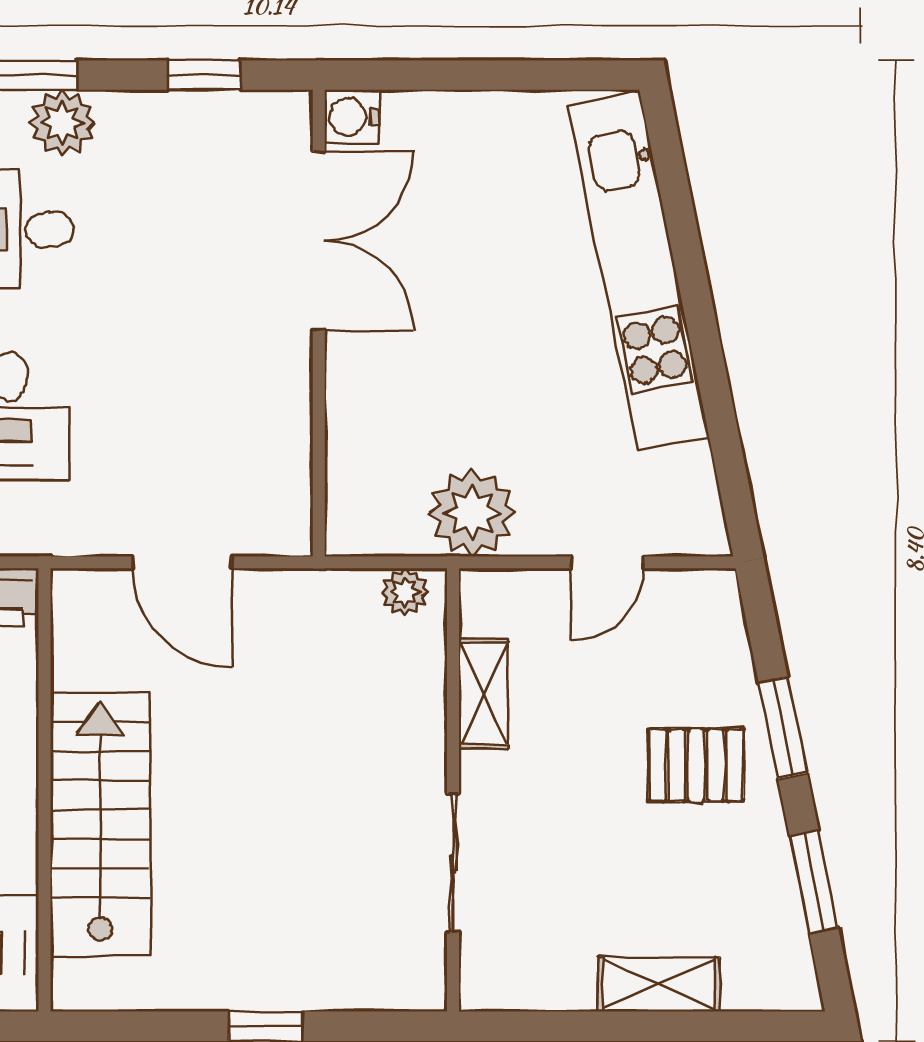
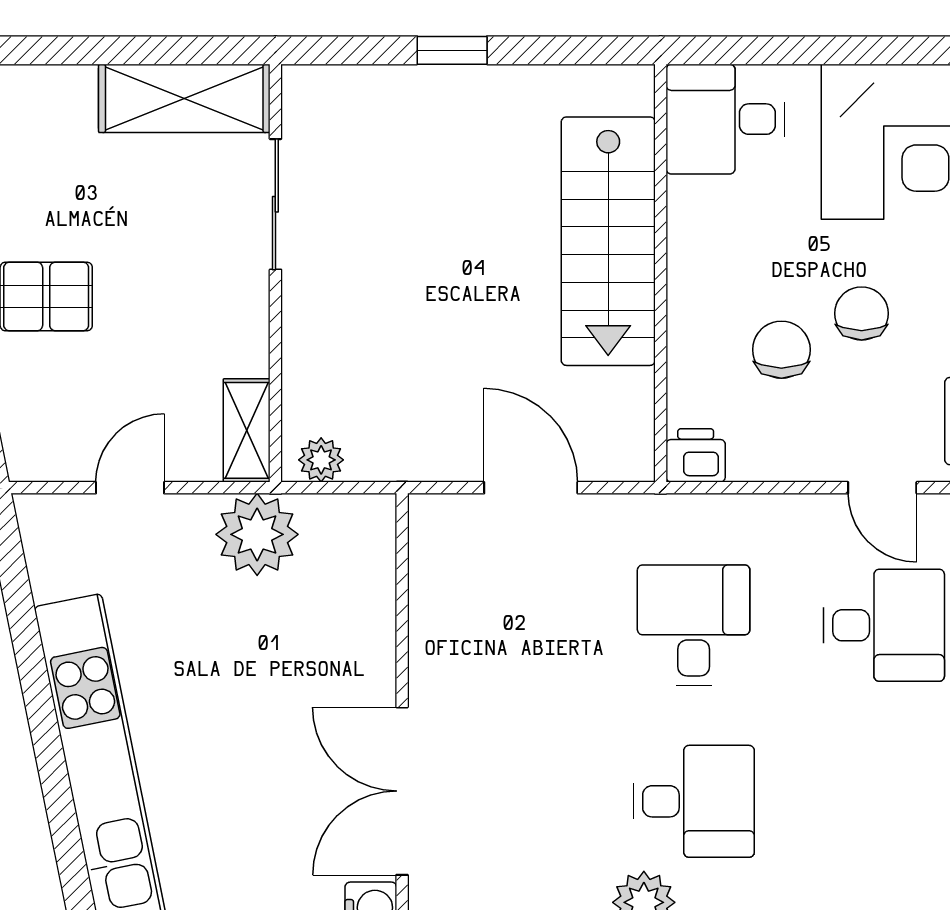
shelving: (484, 694) -> (247, 430), moved
shelving: (659, 984) -> (184, 98), moved, width x1.50, depth x1.33

